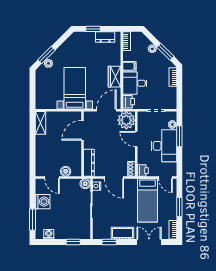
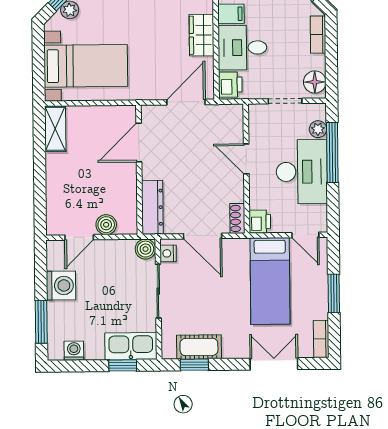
bed with nightstands: (75, 88) -> (86, 66), moved, turned 90
floor lamp: (171, 101) -> (315, 82), added
plant: (126, 120) -> (226, 122), removed
window: (179, 136) -> (332, 152), width x1.44
door: (52, 178) -> (79, 237), hinge flipped
kitchen sink: (77, 232) -> (131, 346), added
cot: (123, 233) -> (199, 347), moved

